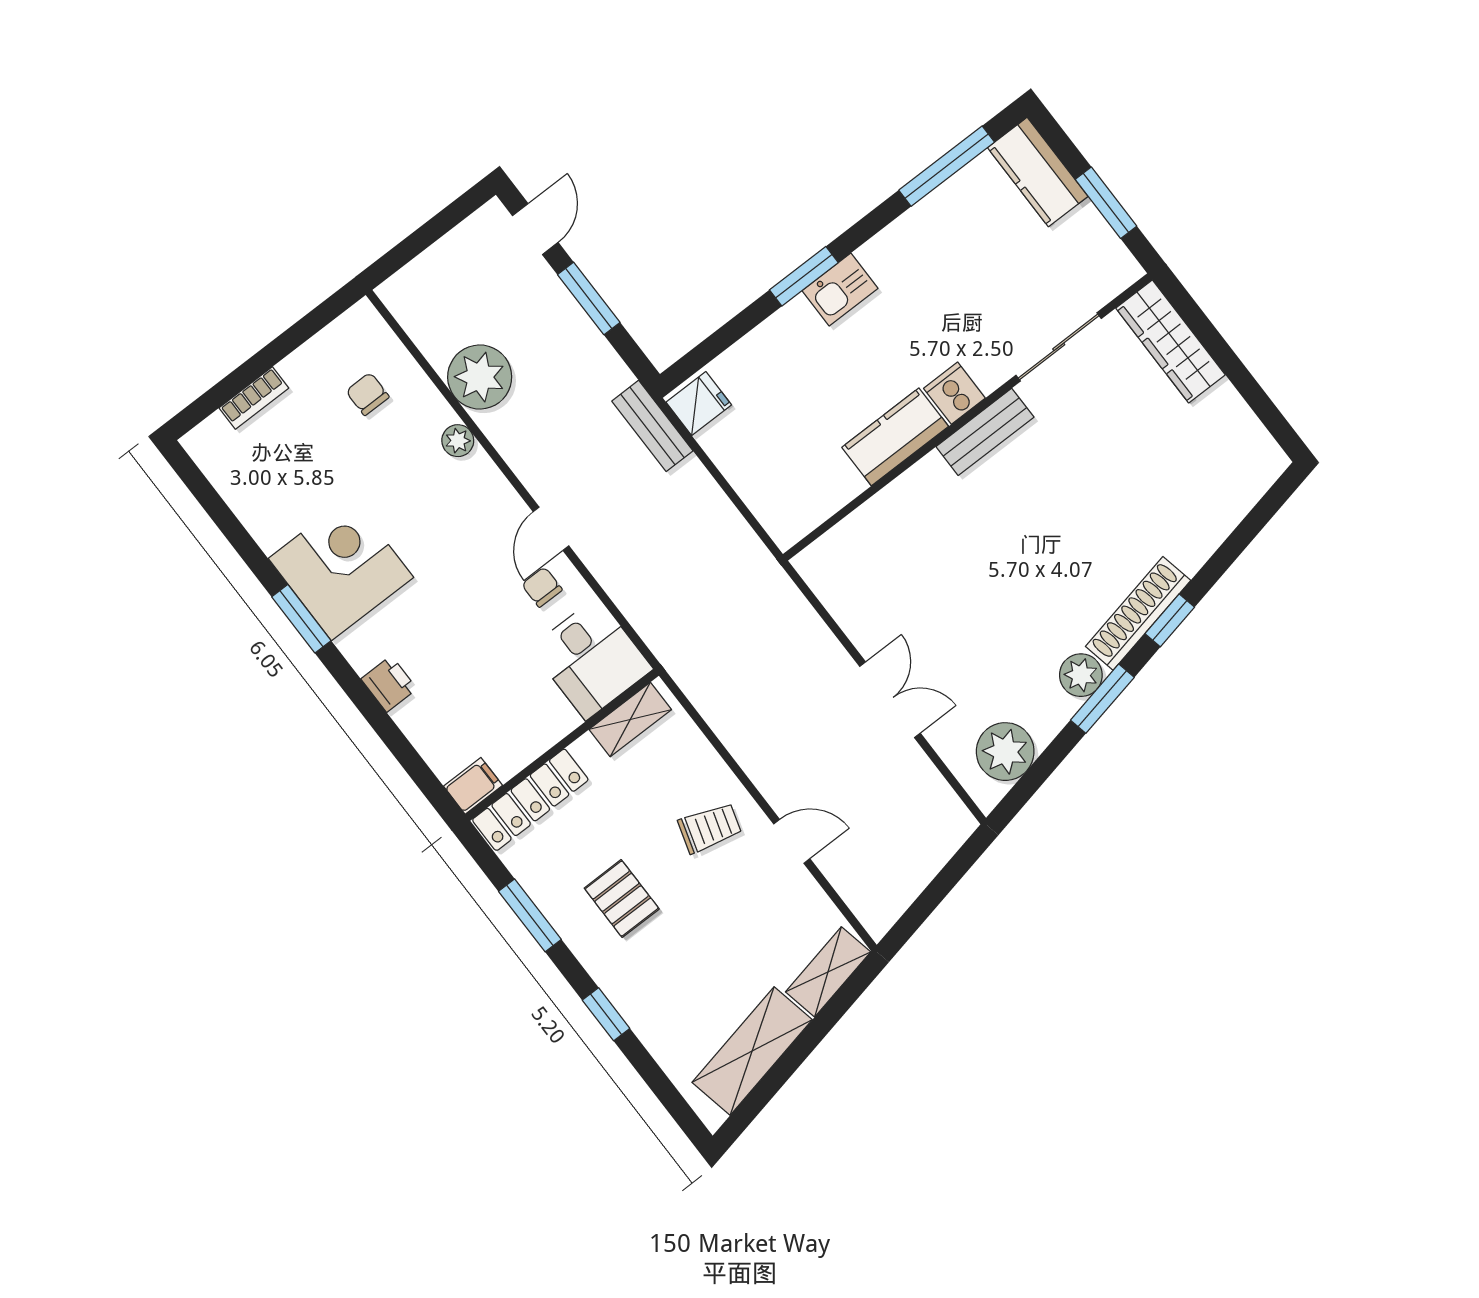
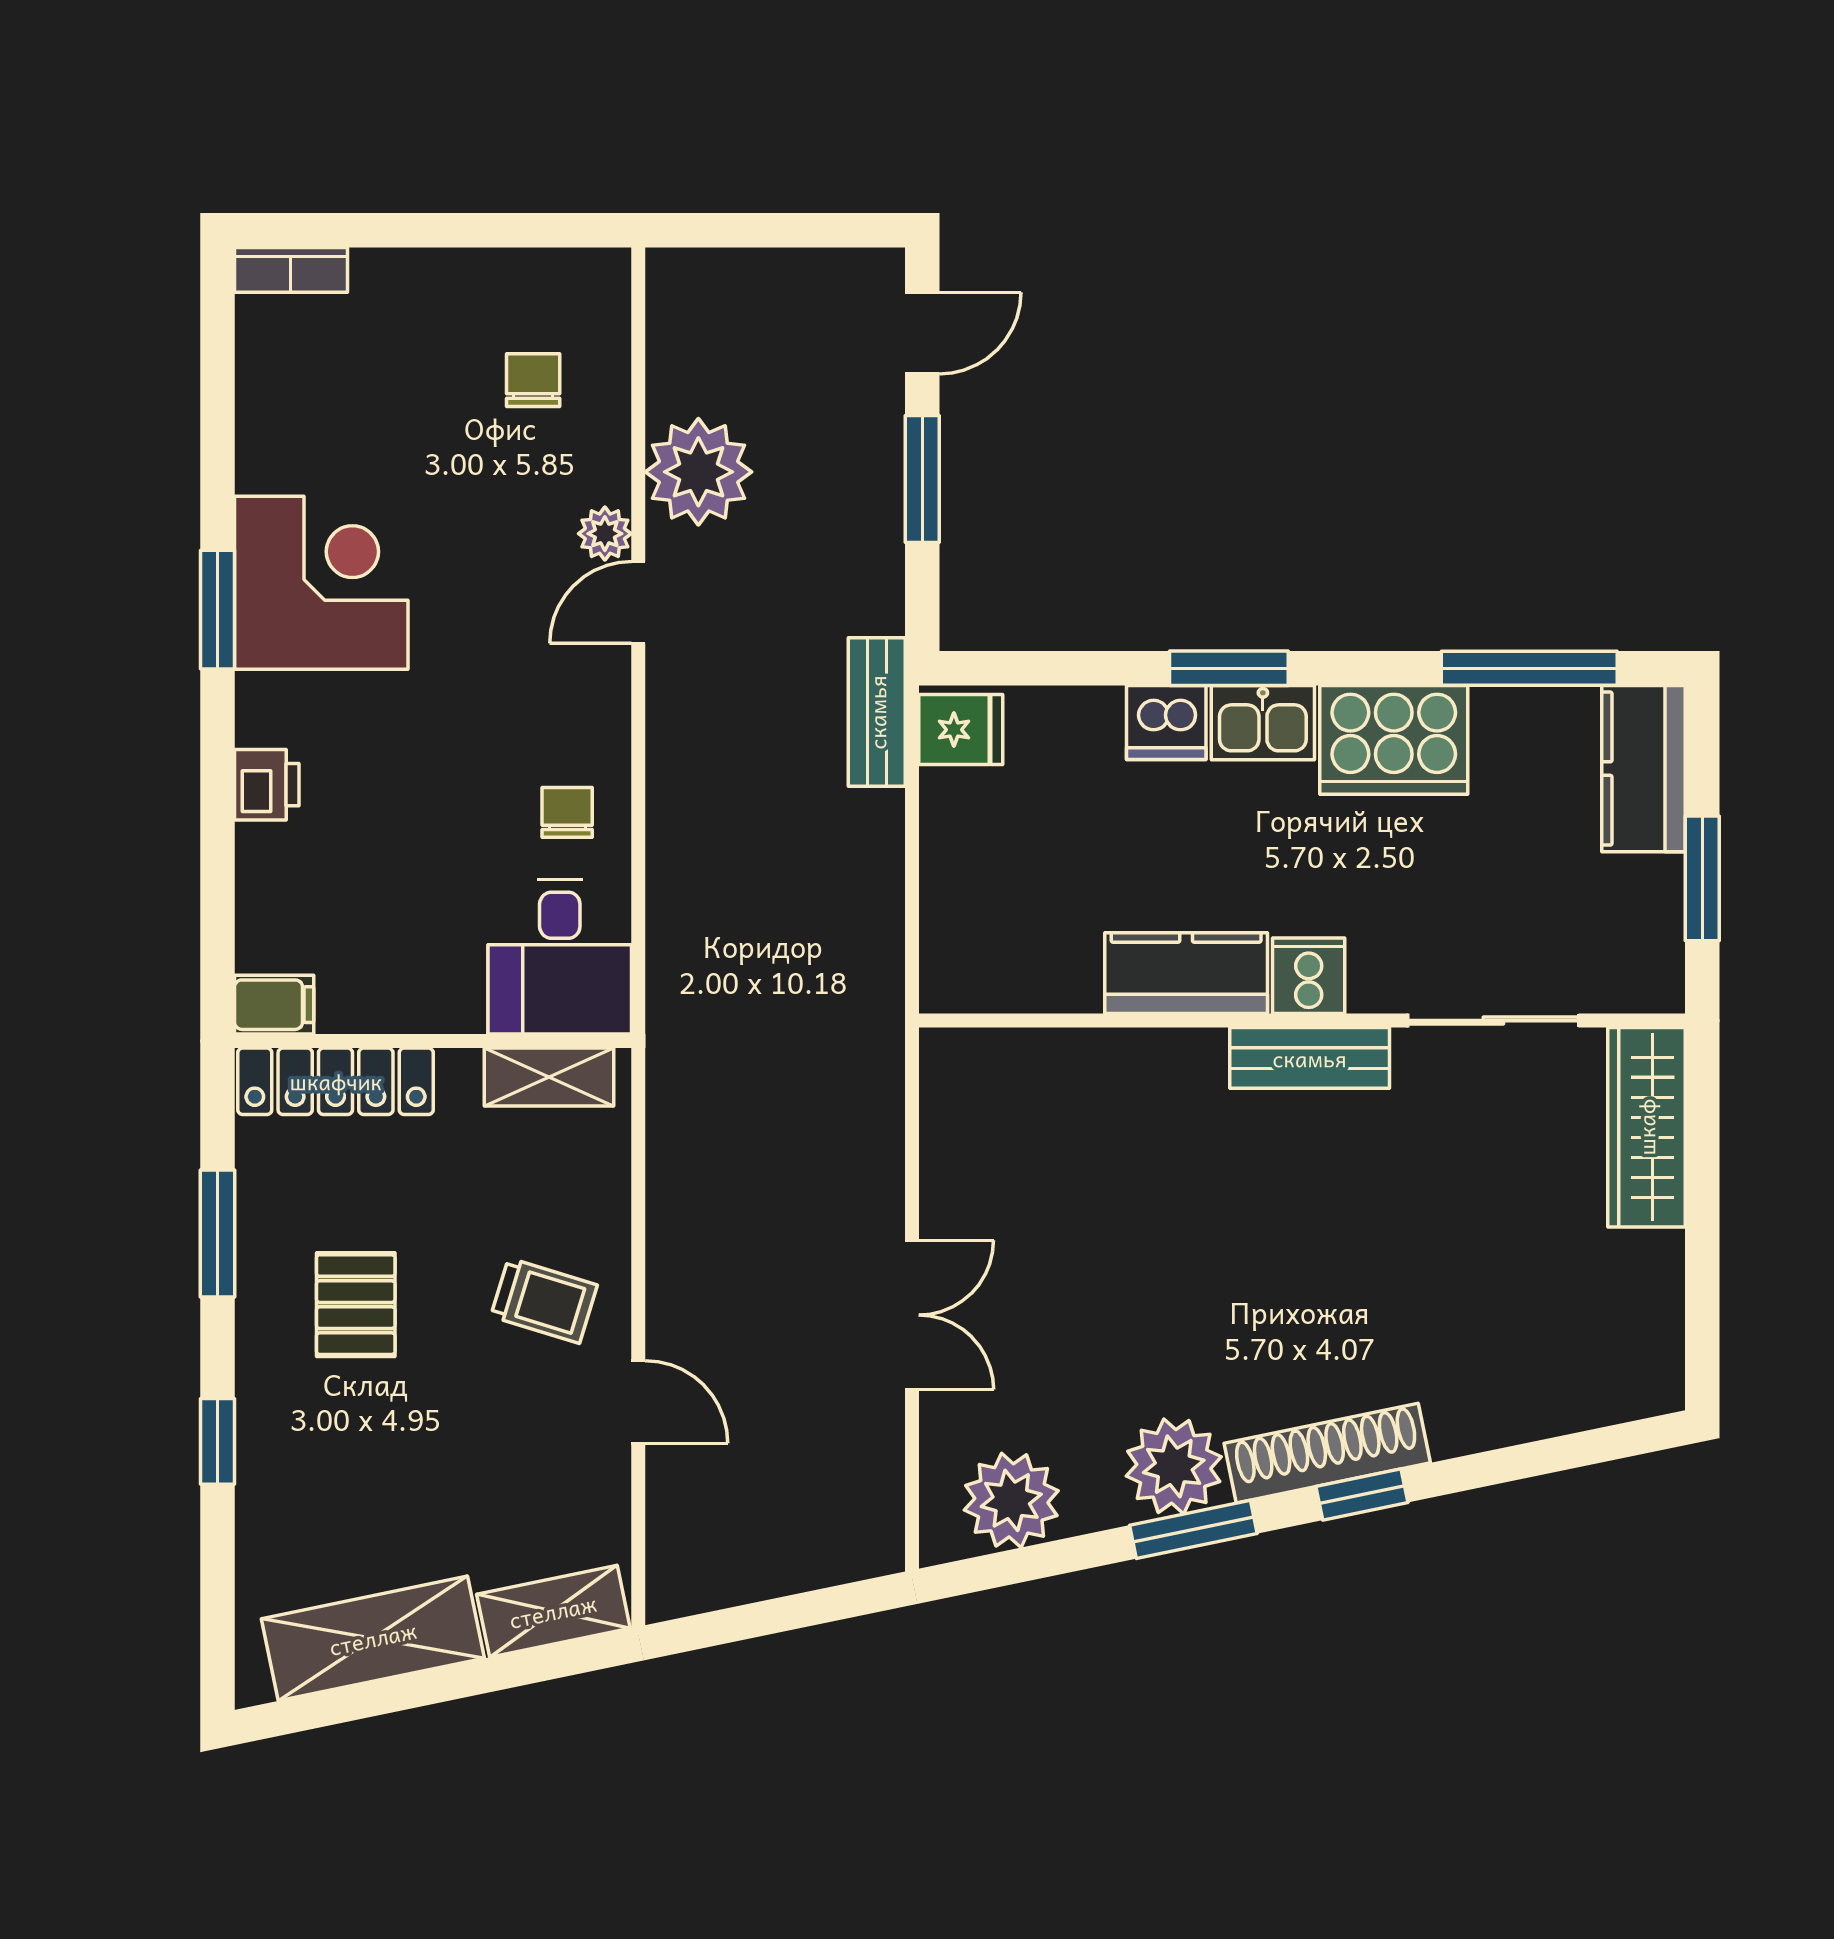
cooker: (909, 250) -> (1394, 740), added
dishwasher: (794, 325) -> (1166, 722), added
bookcase: (254, 398) -> (291, 270), moved
door: (551, 529) -> (638, 602), moved
plant: (1081, 675) -> (1174, 1466), width x1.36, depth x1.36

